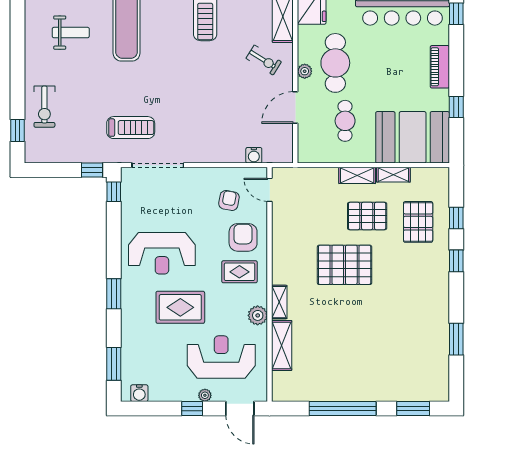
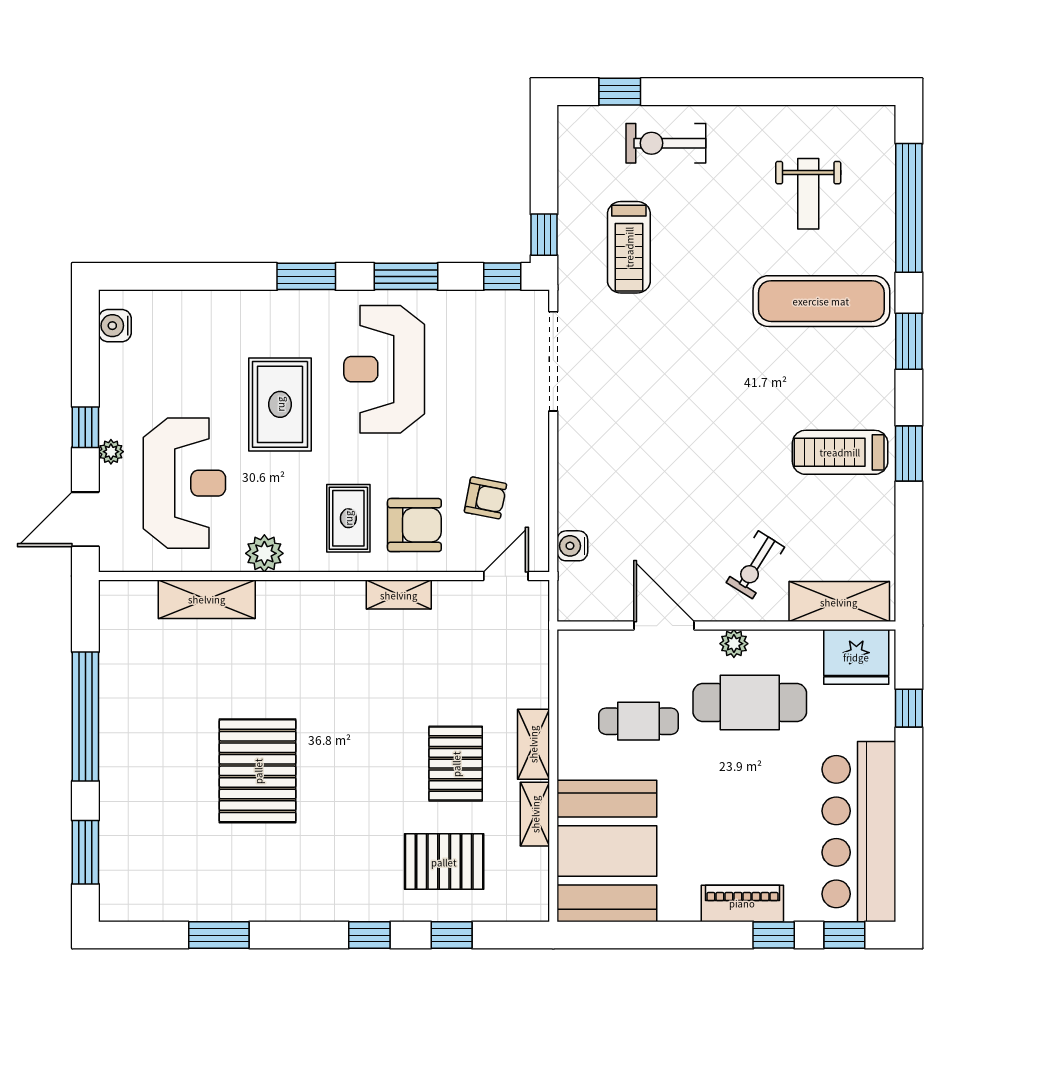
window: (456, 107) -> (774, 935), moved
treadmill: (131, 128) -> (629, 247), moved
pallet: (345, 265) -> (258, 771), moved
shelving: (279, 302) -> (399, 595), moved
window: (114, 364) -> (406, 276), moved

